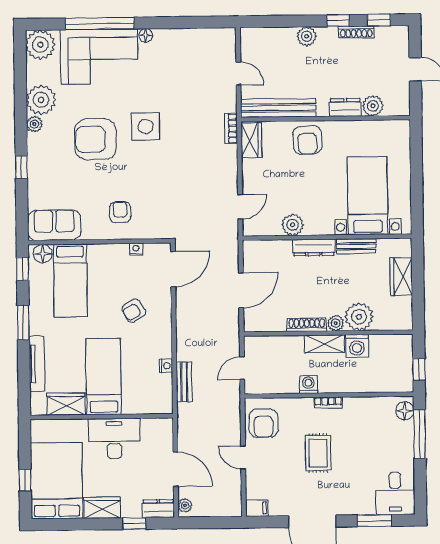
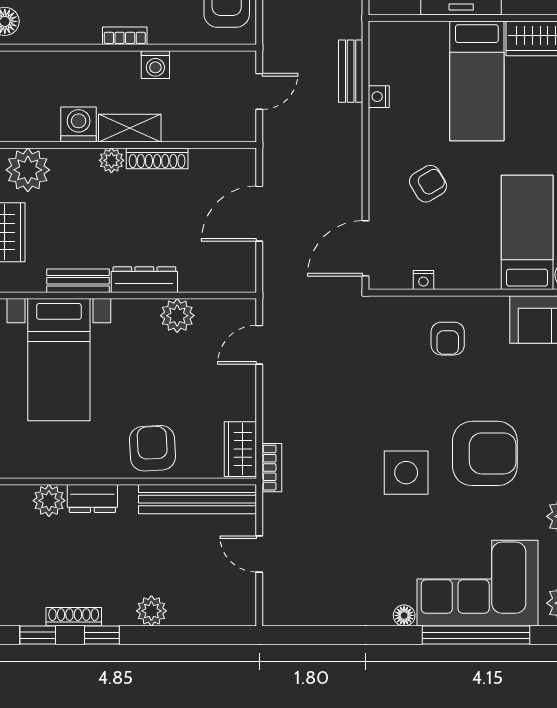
plant: (359, 317) -> (28, 170), moved

